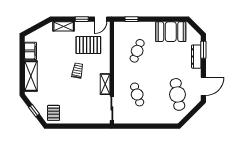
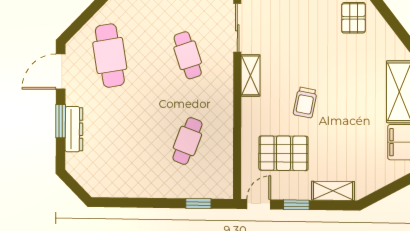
booth: (171, 32) -> (122, 178), removed
window: (203, 50) -> (61, 121), moved
window: (34, 111) -> (393, 22), removed

